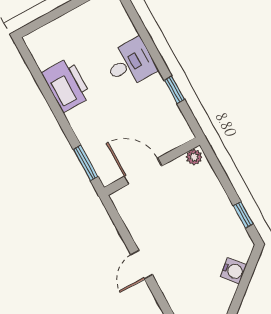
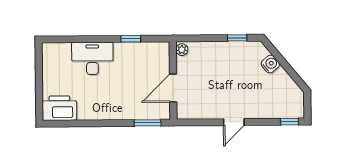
desk: (130, 63) -> (92, 58), width x1.37
printer: (66, 85) -> (59, 108), moved
door: (142, 265) -> (234, 122), hinge flipped

